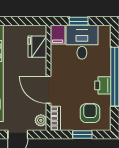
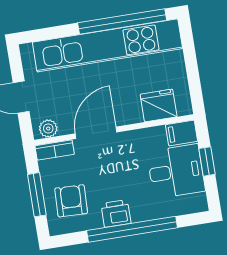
armchair: (90, 113) -> (71, 201), turned -88
window: (82, 135) -> (37, 195), width x1.50

